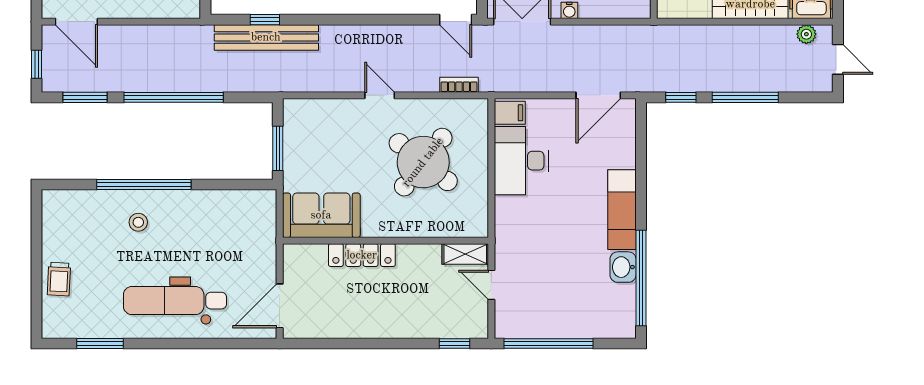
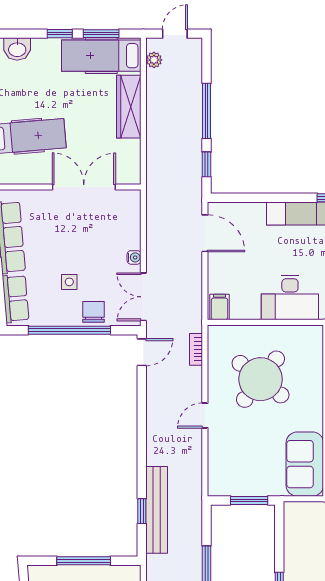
desk: (521, 161) -> (290, 298), moved

